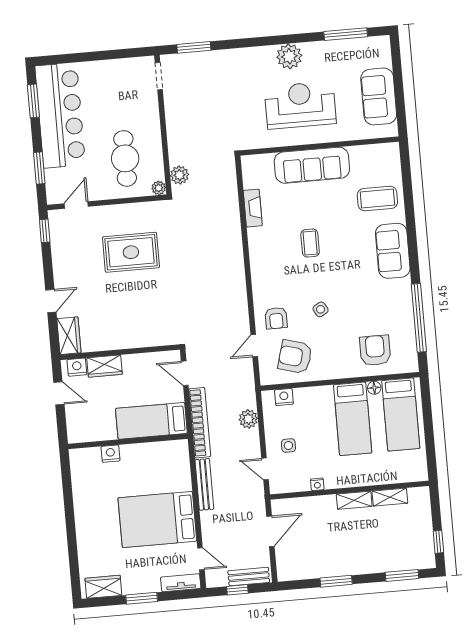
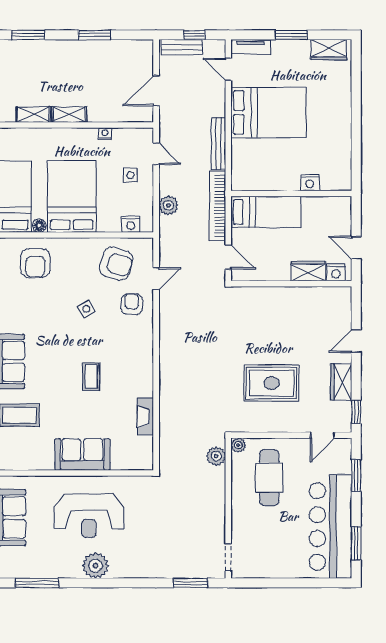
sofa: (312, 165) -> (82, 454), width x0.73
wardrobe: (69, 336) -> (341, 382), moved
bed: (353, 419) -> (72, 196), width x1.50

